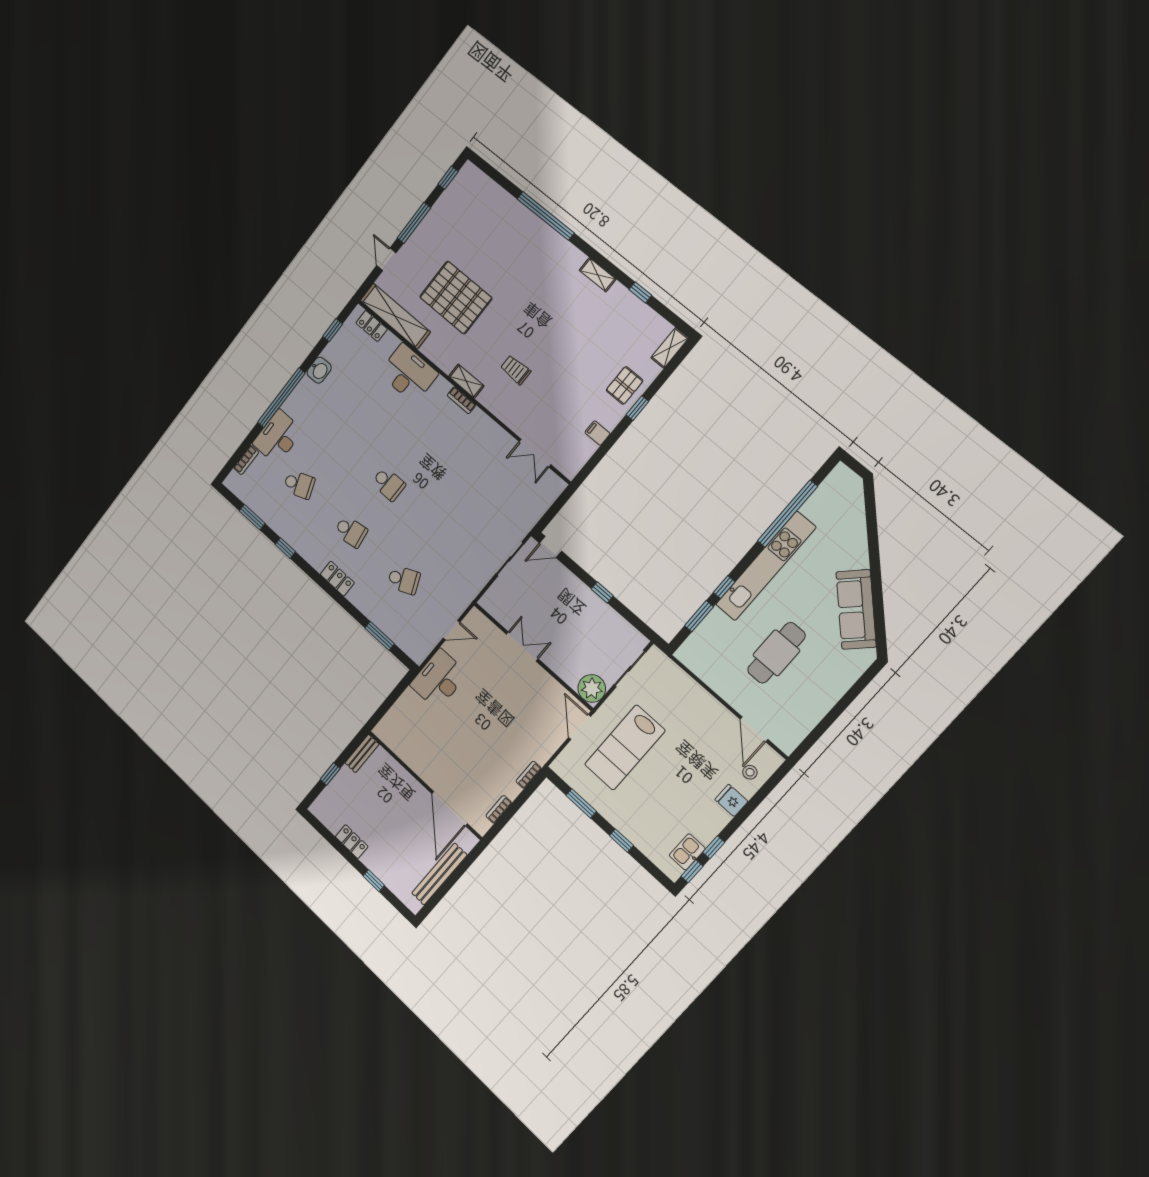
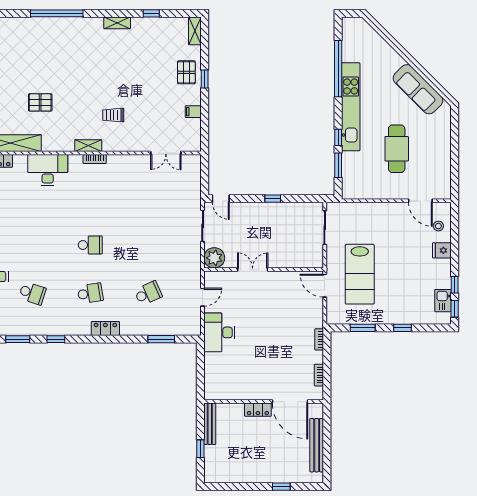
pallet: (456, 298) -> (40, 102), width x0.49, depth x0.50
school desk: (299, 484) -> (32, 293), turned 39
door: (550, 547) -> (221, 199), hinge flipped
plant: (592, 688) -> (214, 258), moved
bench: (362, 753) -> (210, 424), width x1.36
locker: (352, 842) -> (258, 410), moved, turned 180

